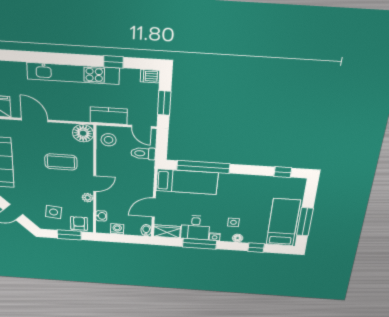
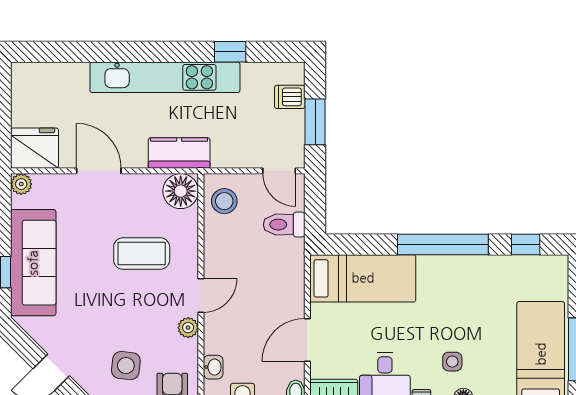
dishwasher: (150, 76) -> (290, 97), moved
kitchen counter: (109, 116) -> (179, 153), moved
window: (203, 167) -> (443, 244), moved

